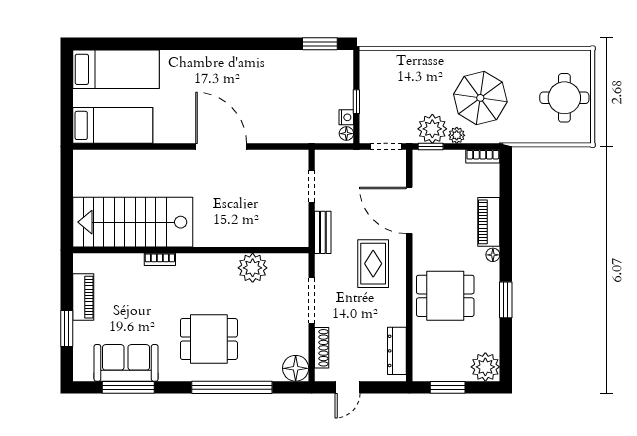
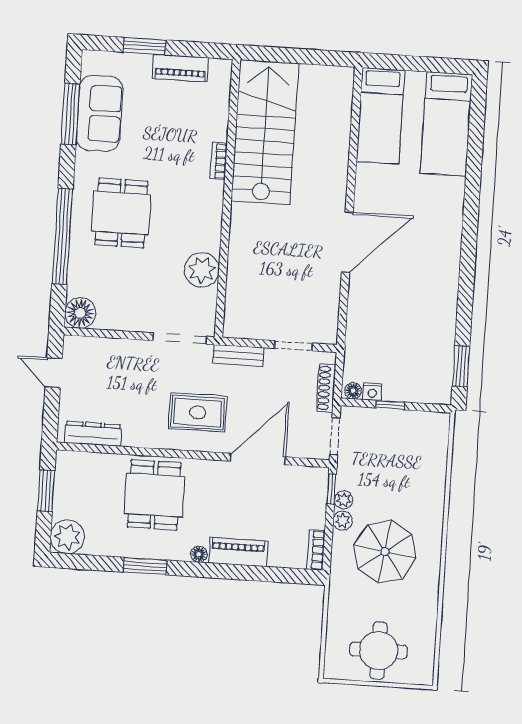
plant: (432, 129) -> (344, 500), width x0.53, depth x0.53
doorway: (312, 301) -> (180, 338), moved
shoe rack: (322, 348) -> (326, 388), moved, turned 90

